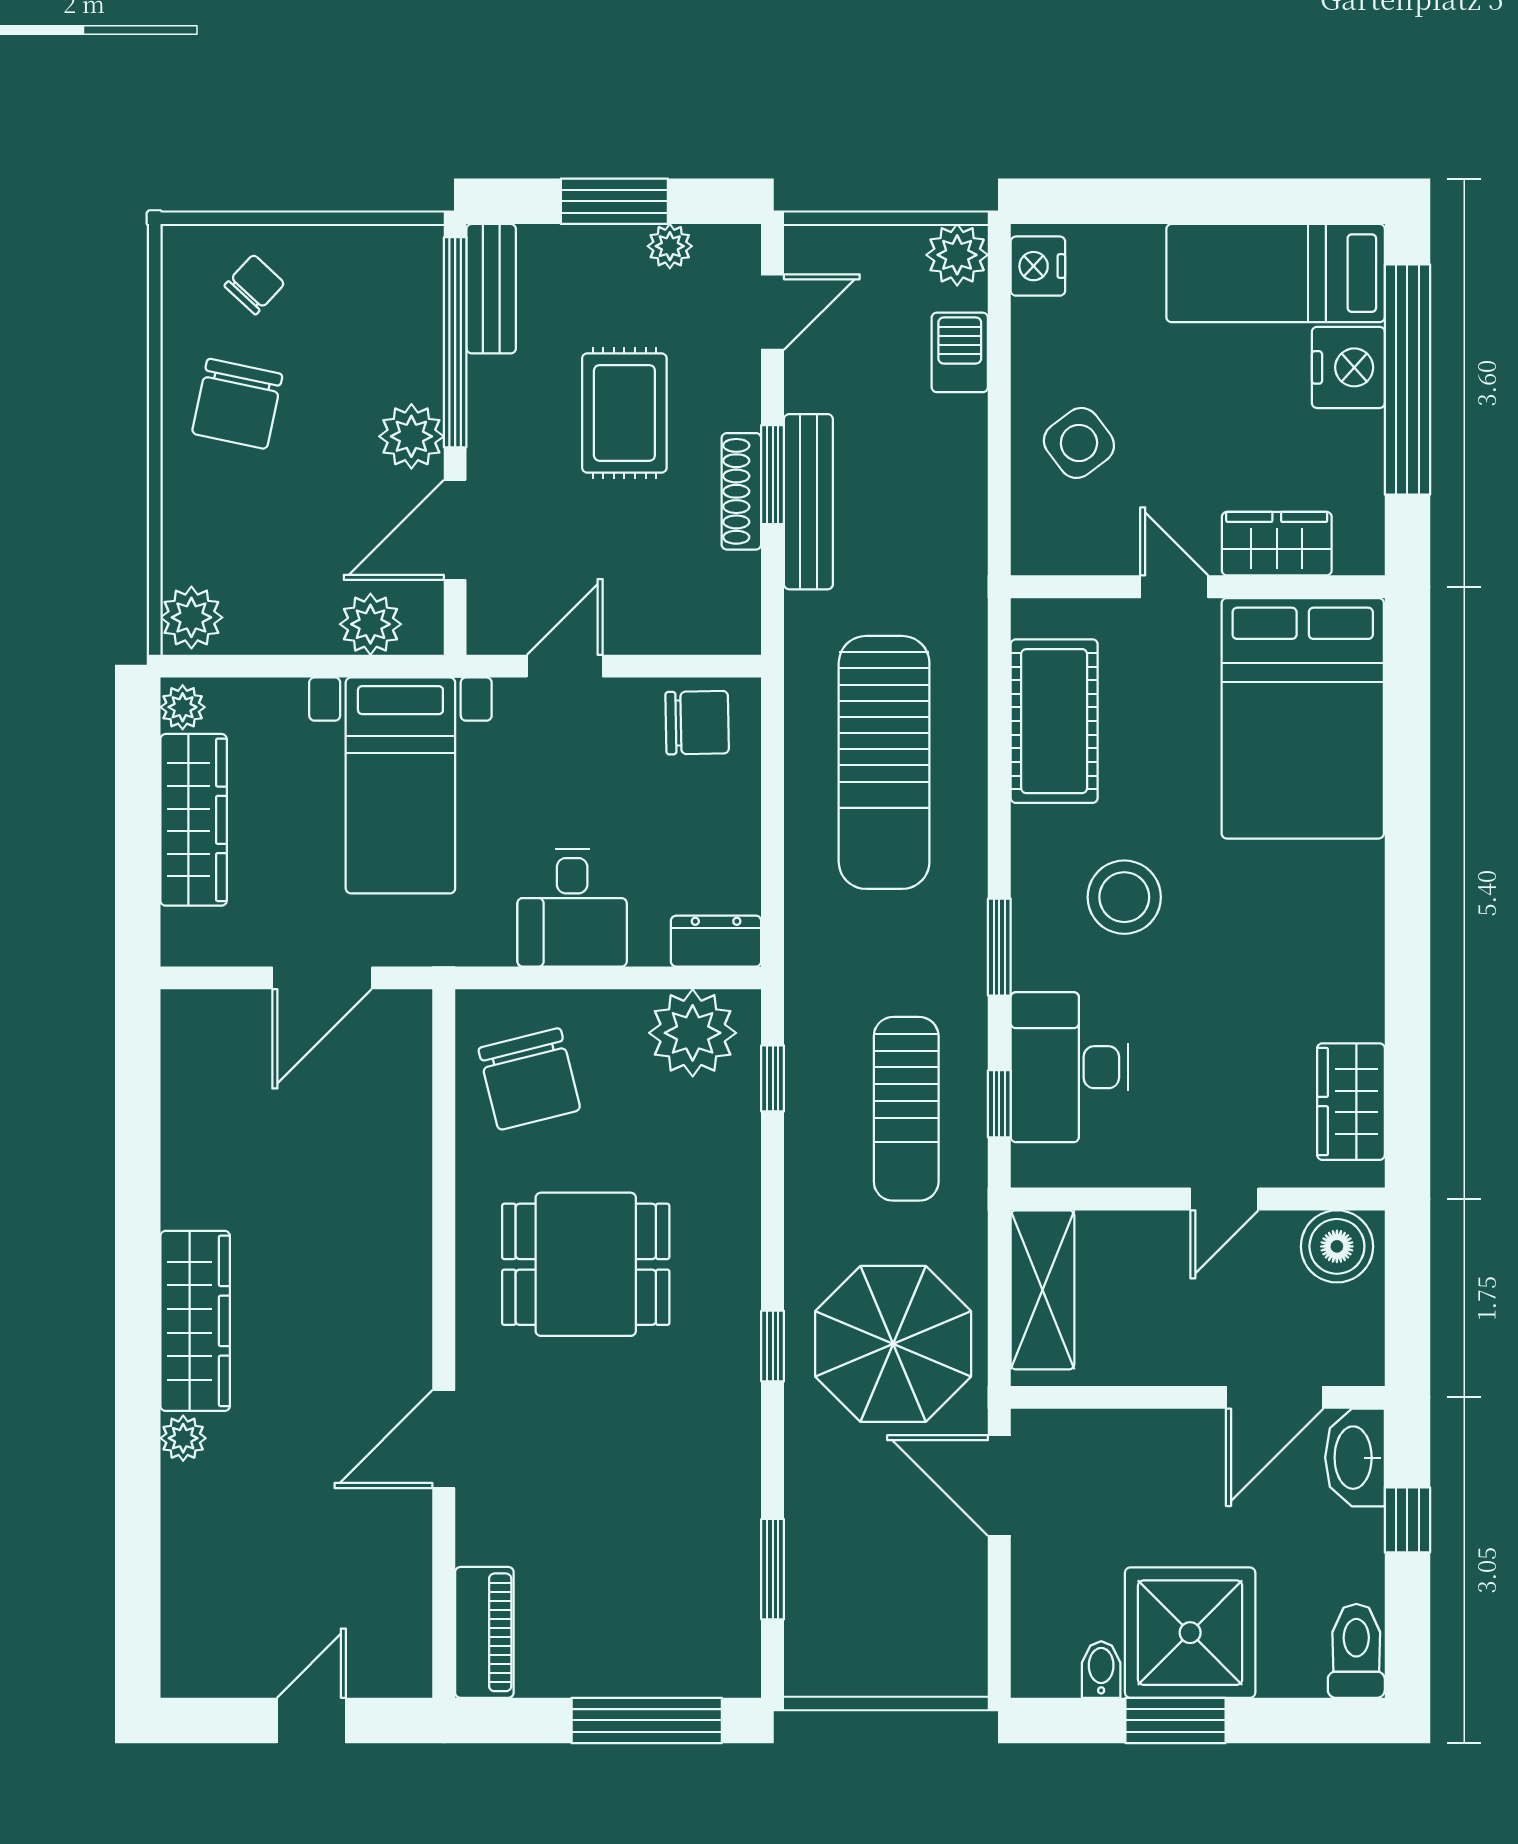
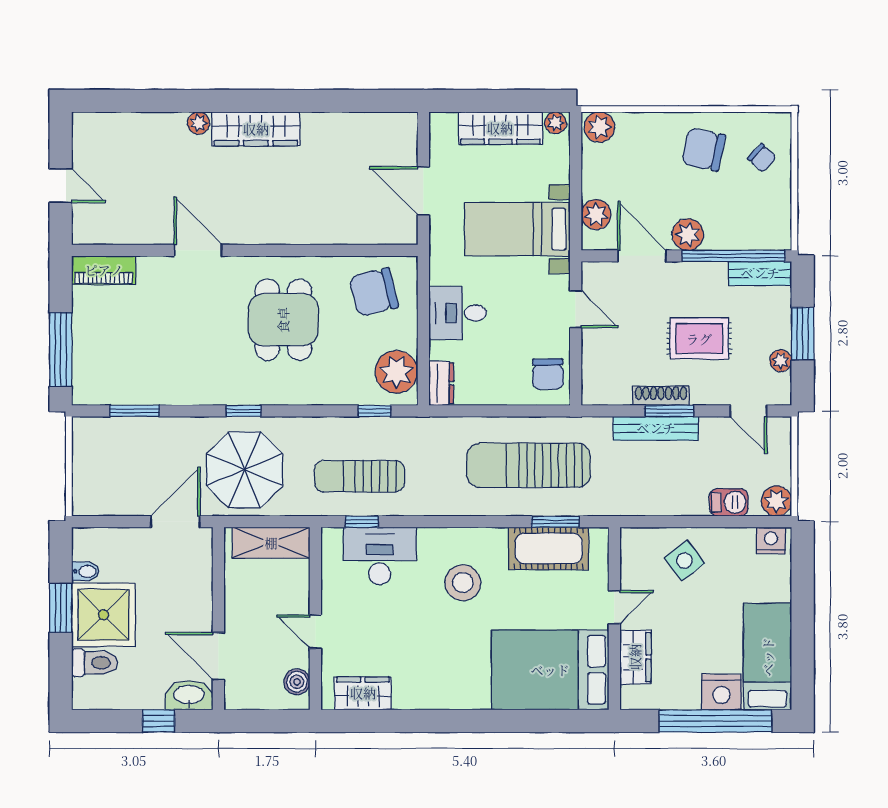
window: (999, 947) -> (555, 522), moved
boiler: (1337, 1246) -> (297, 682), width x0.73, depth x0.73
toilet: (1356, 1651) -> (95, 663), moved

